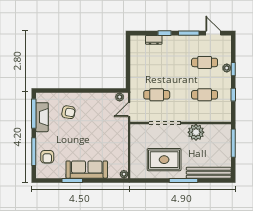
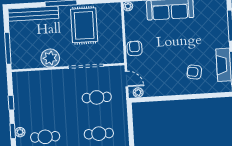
cafe table: (205, 95) -> (99, 134), moved
door: (129, 110) -> (126, 79), hinge flipped
armchair: (47, 157) -> (135, 48), moved
rug: (164, 160) -> (84, 25), turned 90

